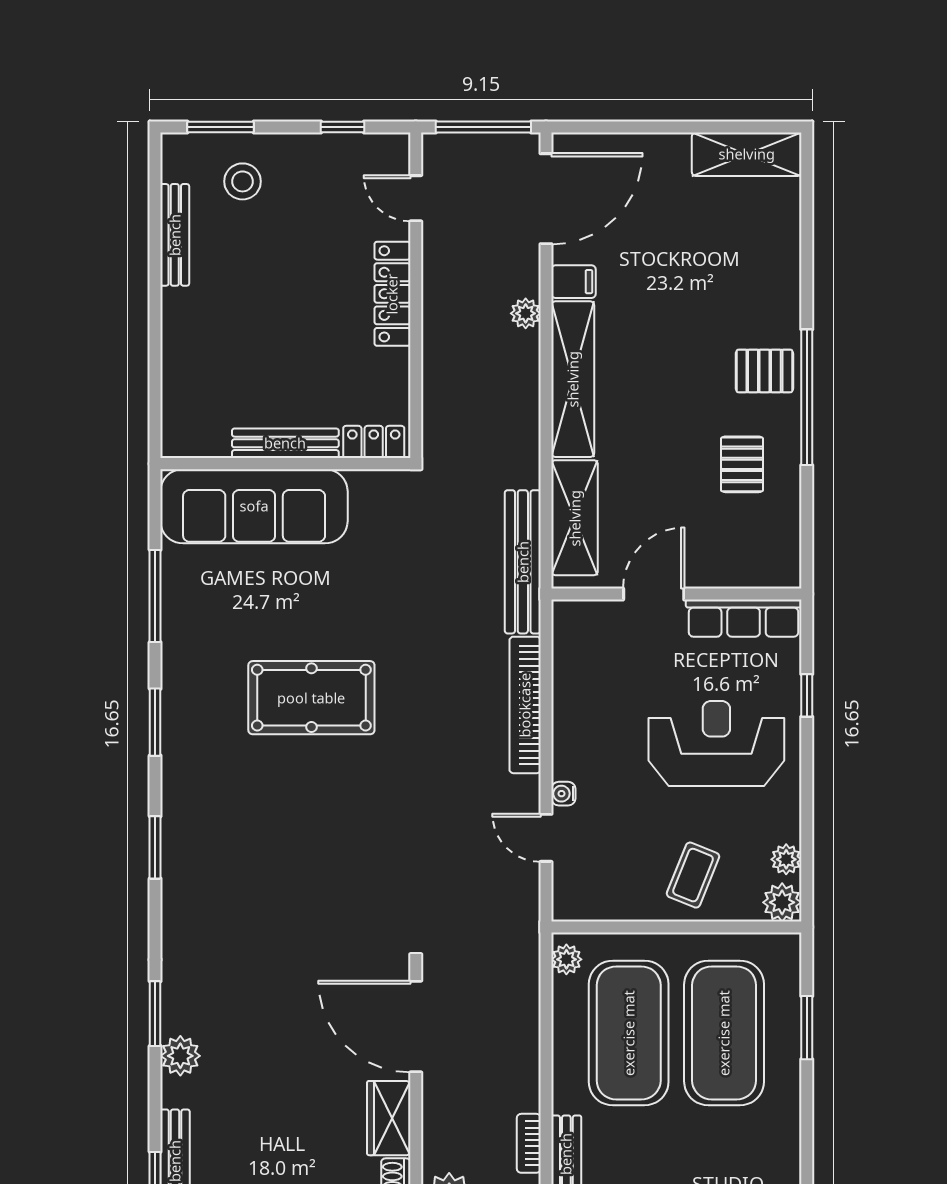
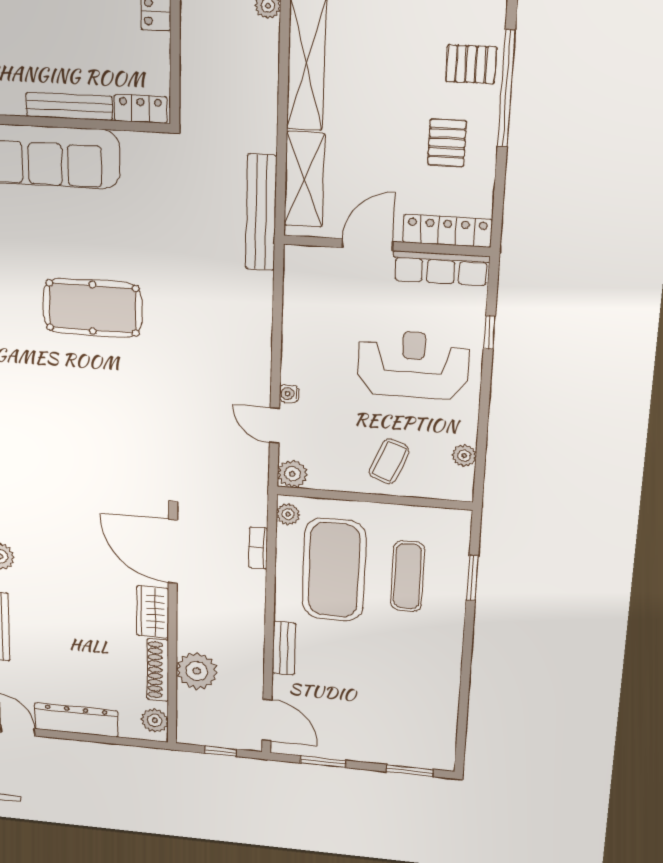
locker: (749, 571) -> (447, 231), added
bookcase: (525, 705) -> (260, 325), removed
plant: (782, 902) -> (292, 474), moved
exercise mat: (724, 1033) -> (408, 576), width x0.50, depth x0.69
bookcase: (529, 1143) -> (258, 548), moved

